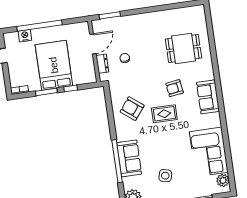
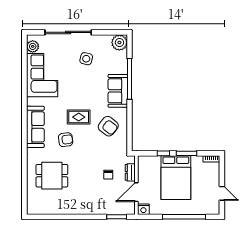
nightstand: (25, 36) -> (143, 209), moved
sofa: (208, 97) -> (35, 127), width x1.36
sofa: (129, 158) -> (118, 91), moved

